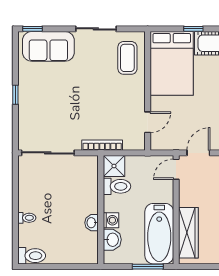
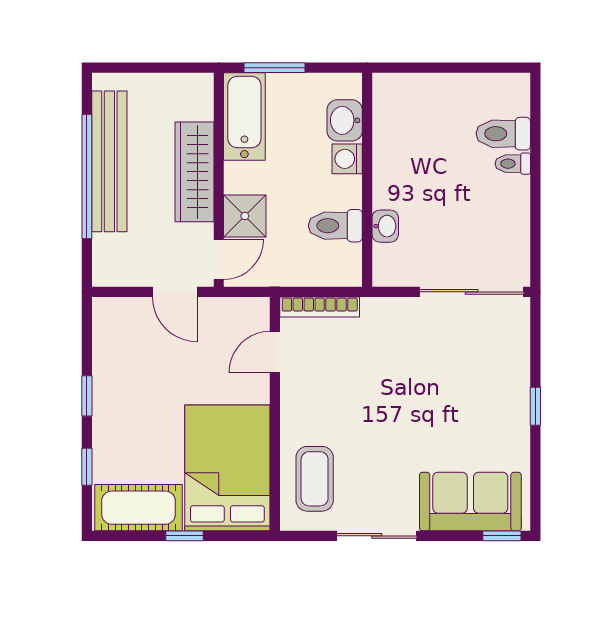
bookcase: (102, 145) -> (320, 307), moved
door: (198, 153) -> (175, 292), hinge flipped
shower: (114, 166) -> (245, 216), moved
washbasin: (92, 223) -> (385, 226), moved
wardrobe: (188, 233) -> (194, 172), moved
bathtub: (159, 234) -> (244, 116), width x0.73, depth x0.73
toilet: (32, 256) -> (503, 134), moved

